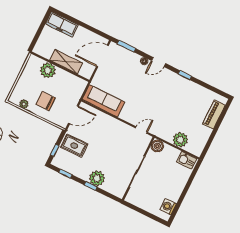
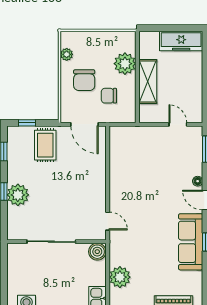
freezer: (62, 24) -> (181, 41), moved, turned -90
door: (102, 56) -> (178, 124), width x0.53
chair: (63, 90) -> (109, 96), added
chair: (46, 101) -> (84, 80), turned 180
sofa: (103, 101) -> (191, 242), moved, turned 180

